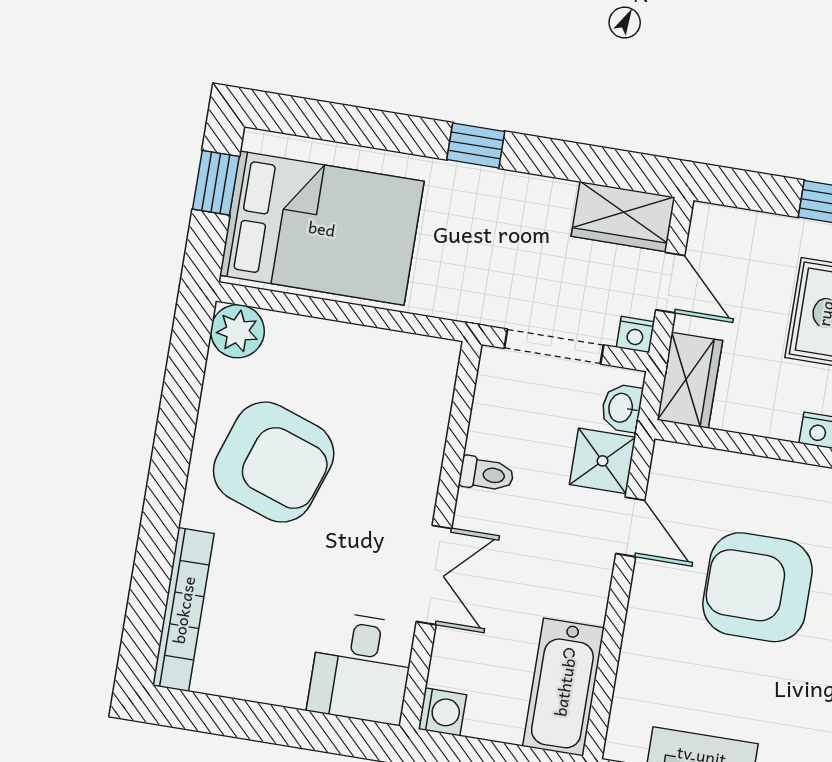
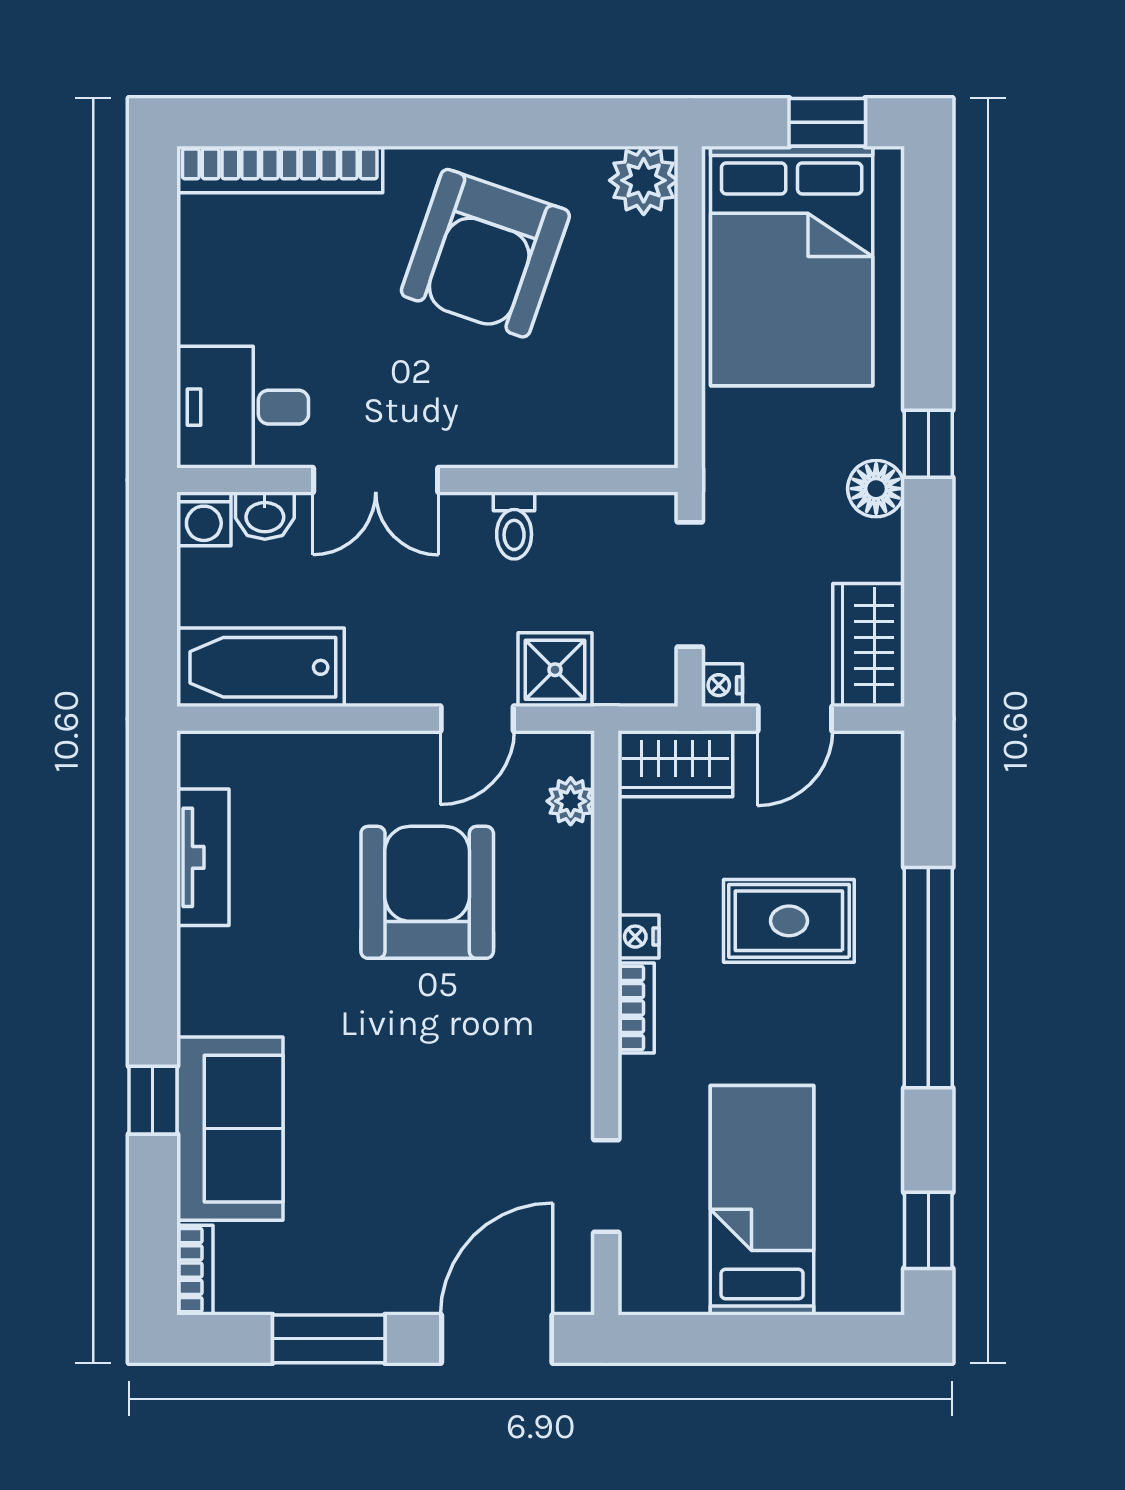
floor lamp: (504, 191) -> (876, 489), added
washbasin: (622, 408) -> (265, 516), moved, turned 180
plant: (706, 465) -> (571, 801), added

